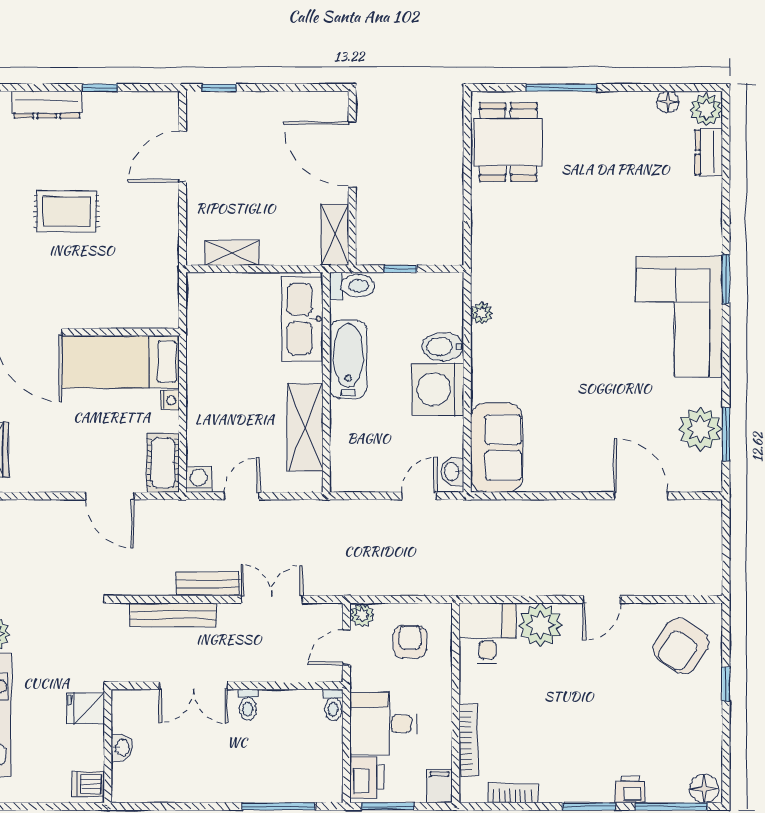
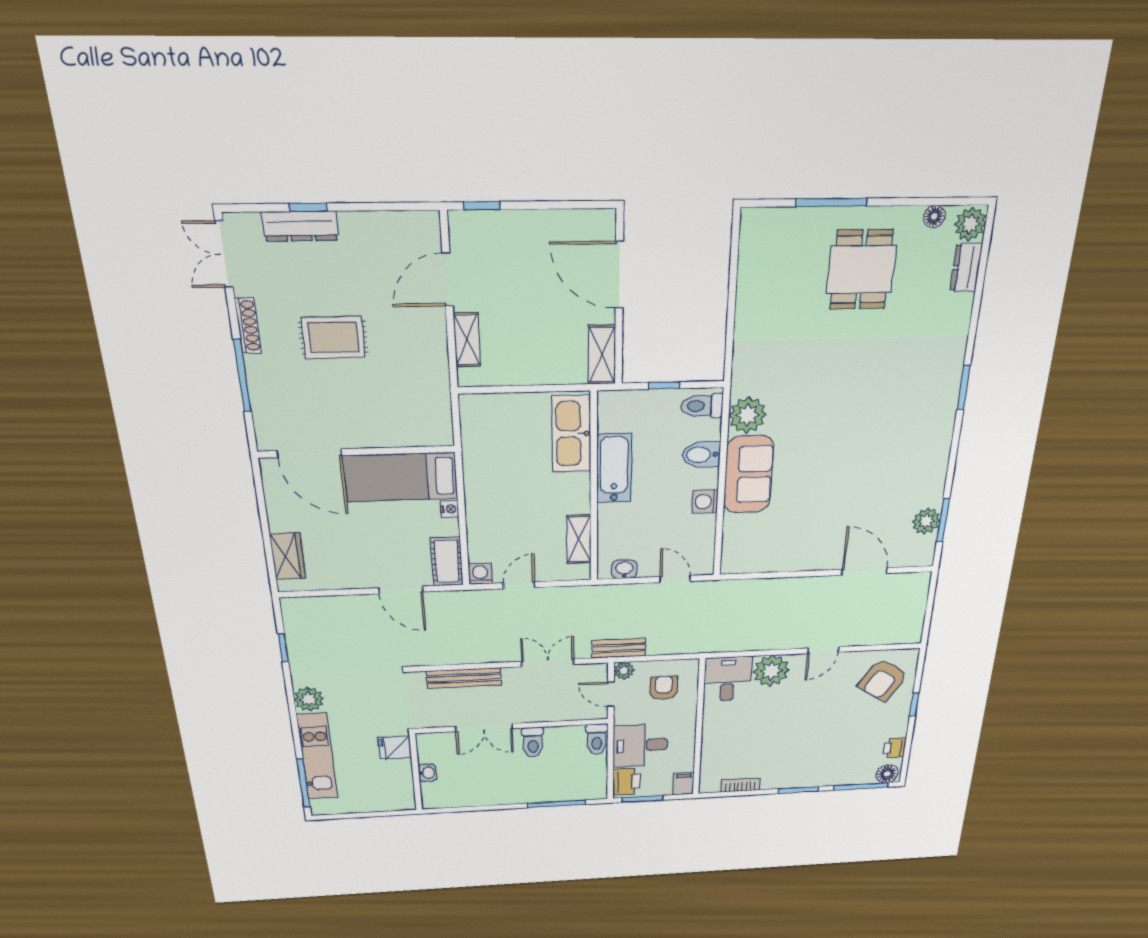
window: (100, 88) -> (308, 207), moved
dining table: (508, 142) -> (861, 270), moved
shelving: (232, 253) -> (467, 340), moved, turned 90
toilet: (352, 286) -> (702, 406), moved, turned 180
plant: (481, 313) -> (747, 415), width x1.88, depth x1.88
corner sofa: (679, 317) -> (917, 422), removed
washing machine: (438, 389) -> (705, 502), width x0.53, depth x0.53
shelving: (305, 427) -> (579, 539), width x0.67, depth x0.75
plant: (700, 429) -> (926, 521), width x0.73, depth x0.73
sofa: (497, 447) -> (749, 474), moved
washbasin: (452, 472) -> (624, 569), moved, turned 90
door: (419, 496) -> (675, 579), hinge flipped
bench: (208, 584) -> (619, 648), moved
door: (346, 647) -> (611, 694), hinge flipped
toilet: (248, 705) -> (533, 742), width x1.37, depth x1.39
toilet: (333, 705) -> (597, 739), width x1.37, depth x1.39
bookcase: (468, 740) -> (708, 753), removed
dishwasher: (88, 784) -> (402, 798), removed
printer: (630, 789) -> (895, 748), moved, turned -90

